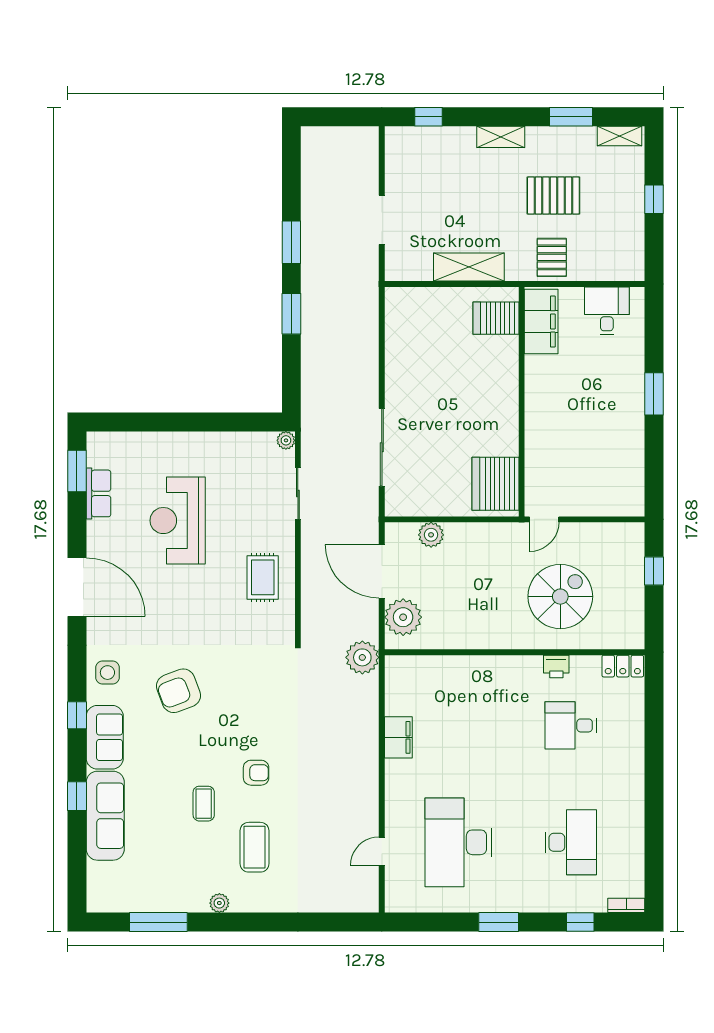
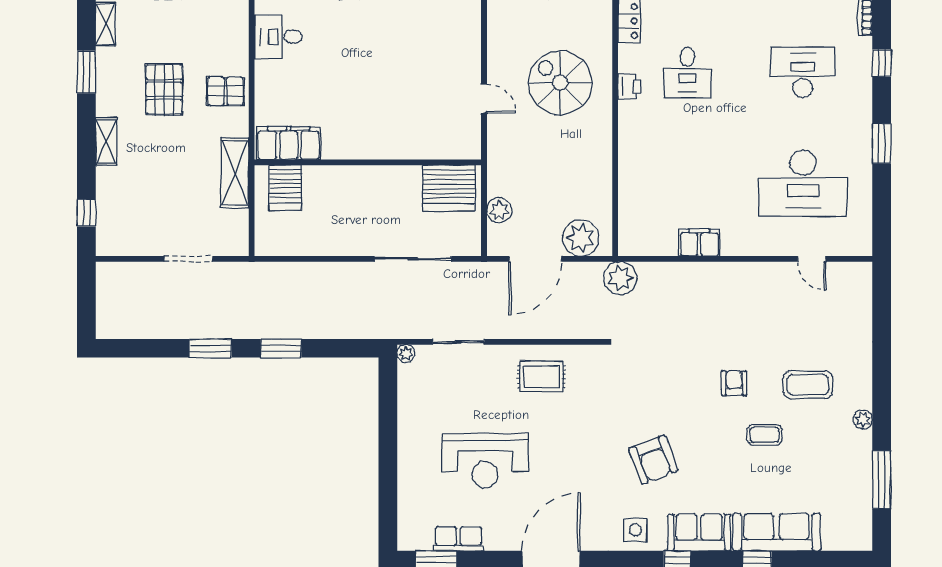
server rack: (496, 318) -> (285, 188), moved
filing cabinet: (541, 321) -> (289, 143), moved
wall: (522, 402) -> (368, 162), moved
server rack: (495, 484) -> (449, 188), moved

